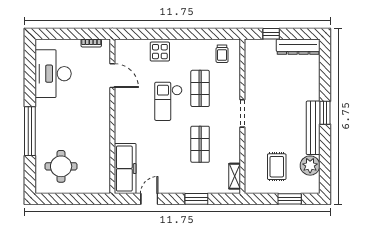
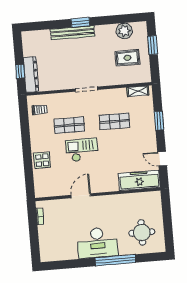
dresser: (298, 47) -> (31, 75), moved
desk: (53, 74) -> (97, 243), moved
door: (112, 76) -> (81, 196), moved
checkout: (168, 101) -> (82, 150), turned 180
bench: (313, 128) -> (73, 33), moved

